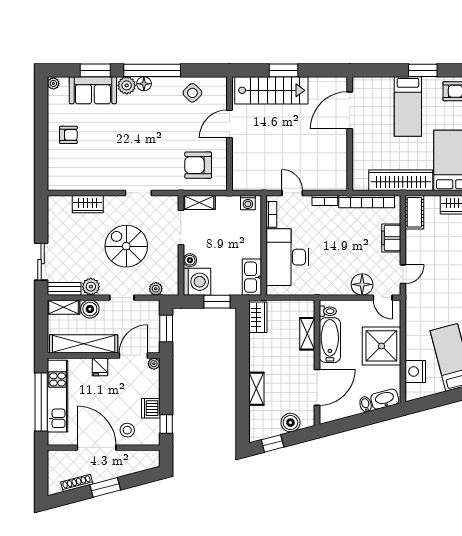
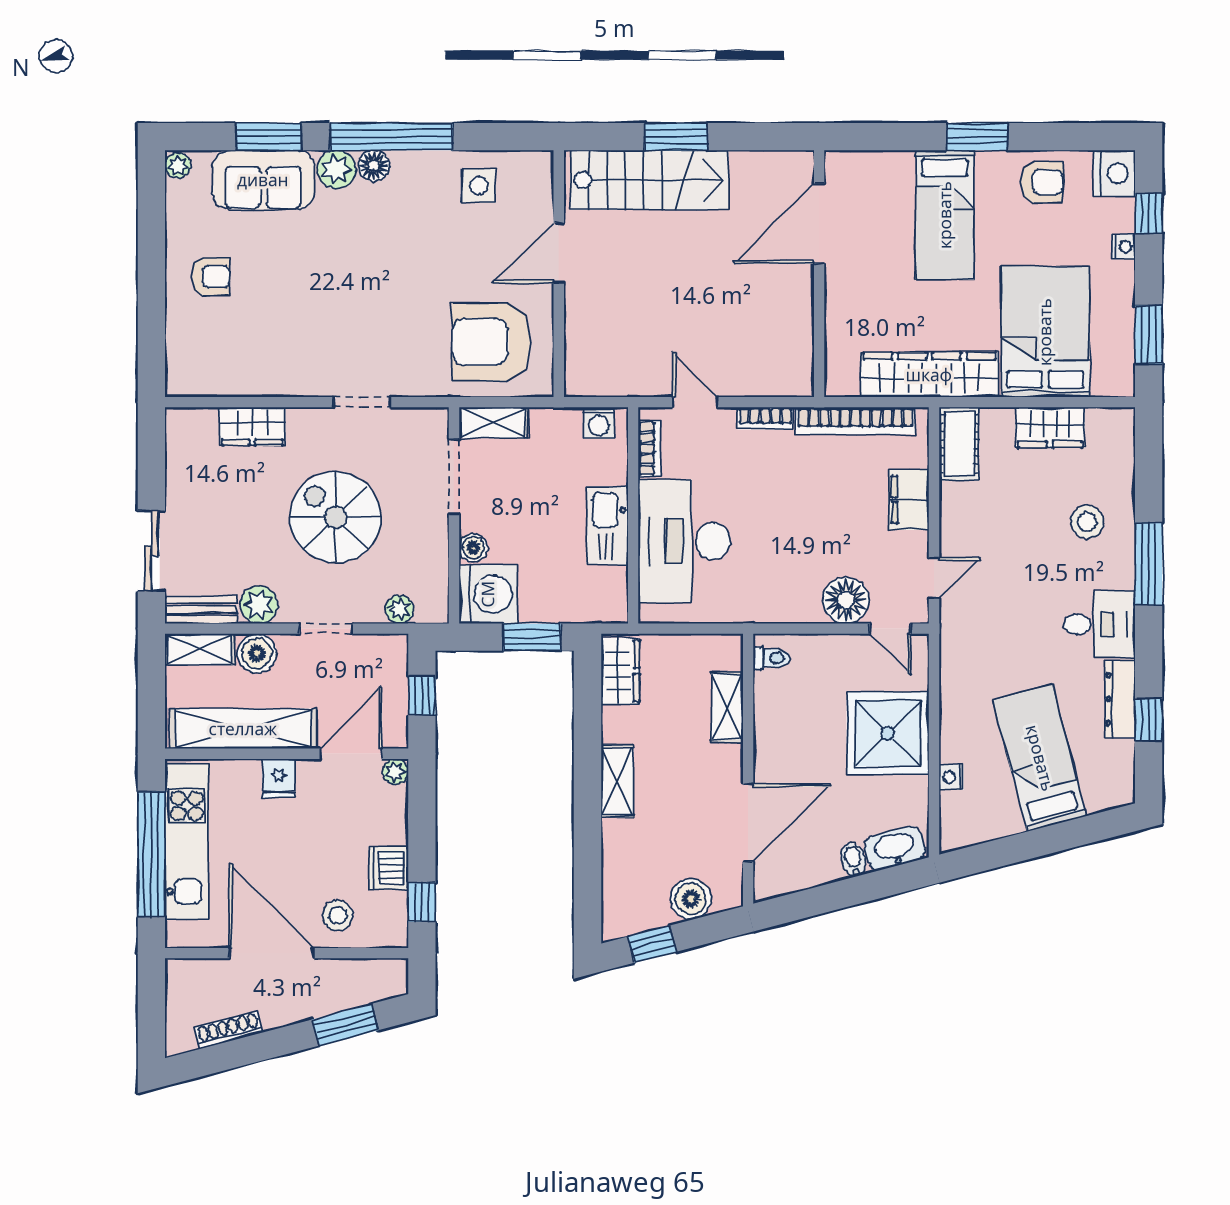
side table: (192, 93) -> (479, 186), turned 45
armchair: (198, 165) -> (491, 342), width x1.36, depth x1.36
kitchen sink: (252, 277) -> (607, 526), moved
window: (166, 328) -> (422, 695), width x0.67
bathtub: (330, 340) -> (776, 721), removed
nightstand: (415, 371) -> (951, 777), width x0.53, depth x0.56
shelving: (256, 389) -> (617, 781), moved
window: (105, 487) -> (345, 1025), moved

